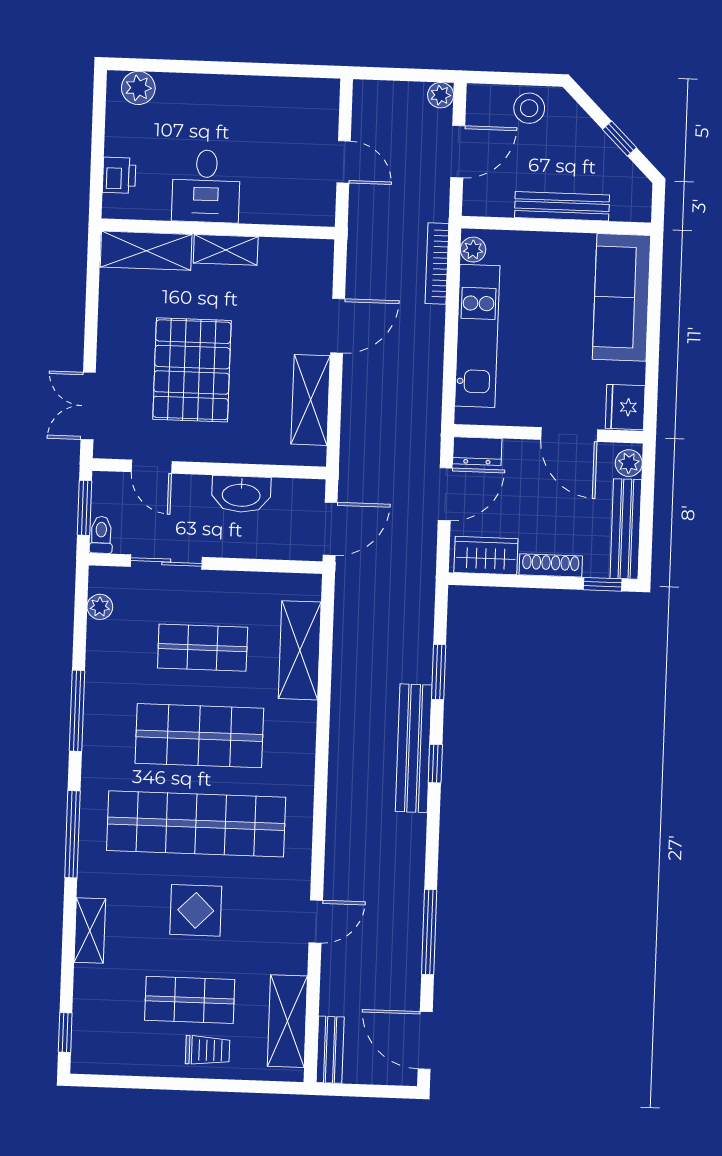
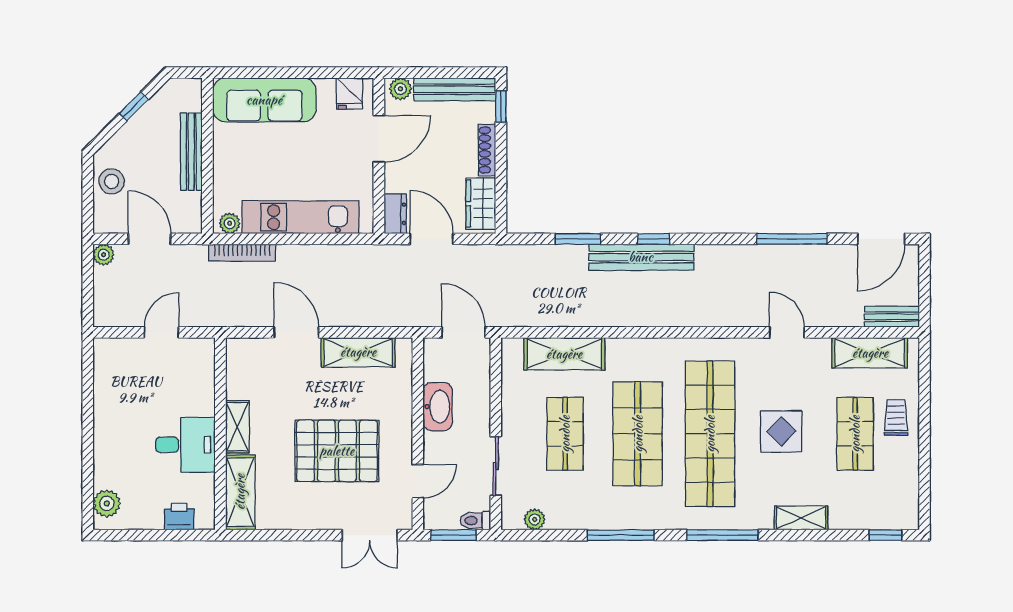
fridge: (625, 407) -> (349, 93), width x0.72

